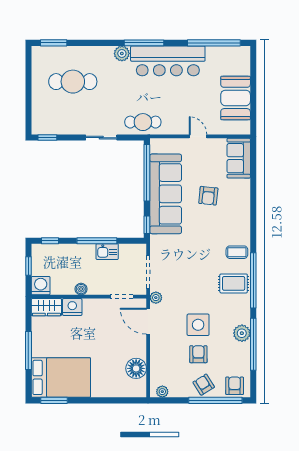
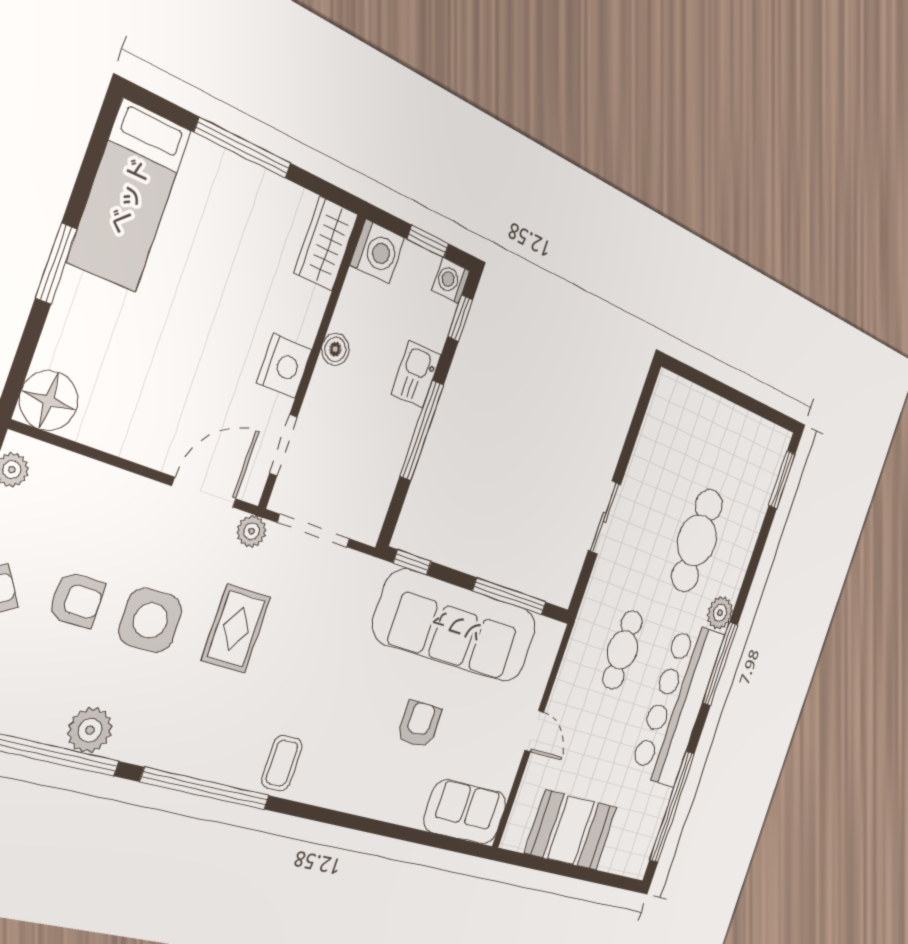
cafe table: (73, 82) -> (697, 540), moved
cafe table: (143, 122) -> (623, 650), moved
door: (198, 136) -> (534, 731), hinge flipped
window: (47, 138) -> (645, 399), removed
window: (147, 173) -> (510, 596), width x0.68
armchair: (208, 196) -> (419, 724), turned 84
washing machine: (38, 250) -> (451, 281), added
kitchen sink: (107, 252) -> (416, 374), moved
rug: (234, 283) -> (236, 629), moved
nightstand: (72, 307) -> (284, 366), moved
floor lamp: (136, 368) -> (49, 401), moved
bed: (61, 377) -> (129, 196), width x0.67
window: (54, 400) -> (56, 263), moved

